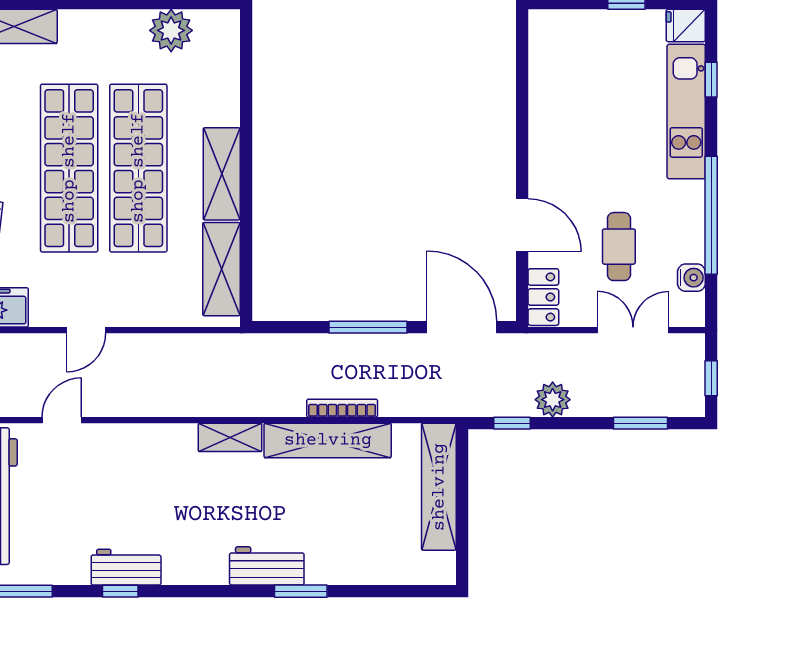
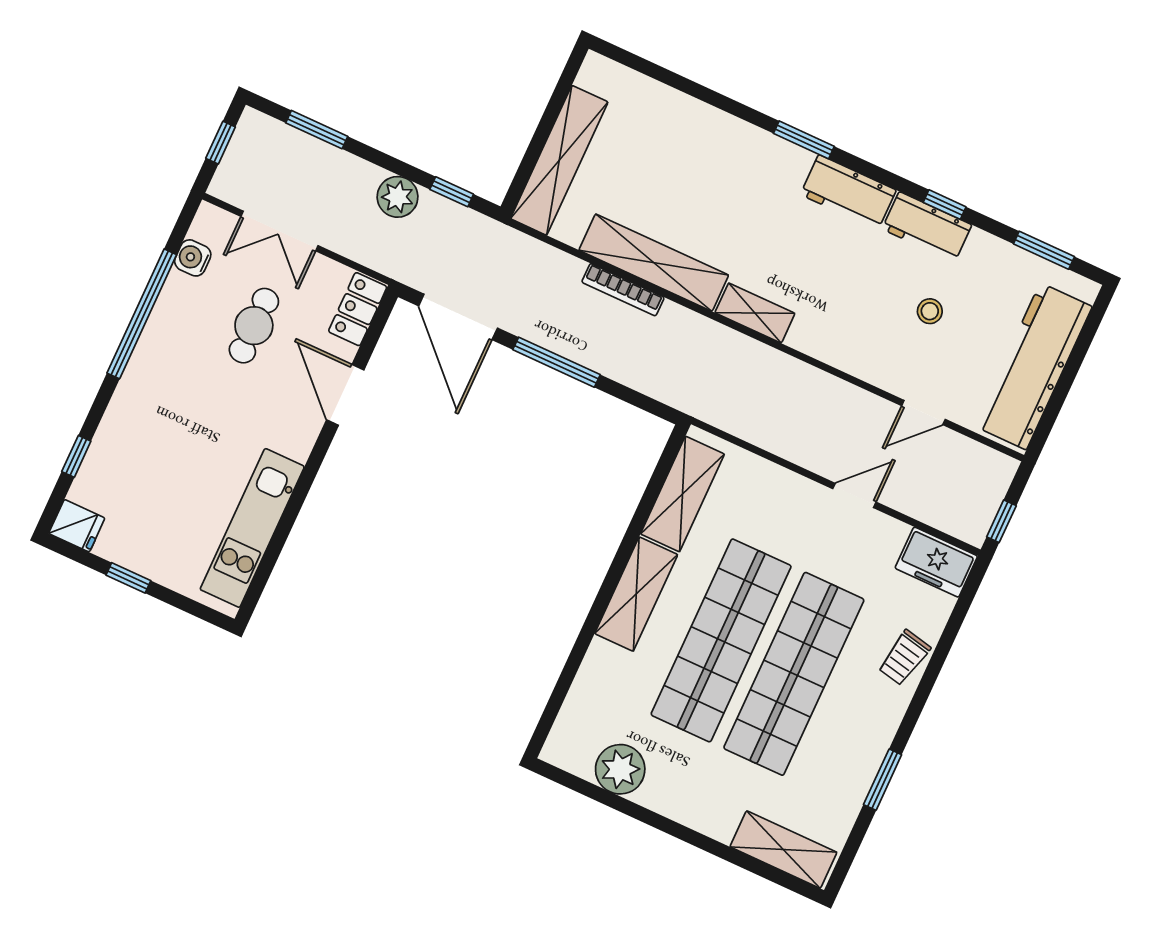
kitchen unit: (686, 111) -> (252, 528), moved, turned 180
stool: (93, 502) -> (930, 311), added
workbench: (267, 566) -> (848, 192), moved
window: (301, 591) -> (804, 140), moved

